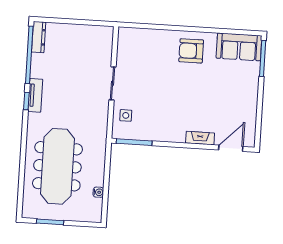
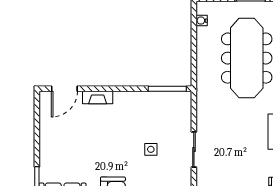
side table: (126, 115) -> (151, 149), moved
water cooler: (98, 192) -> (202, 21), moved

